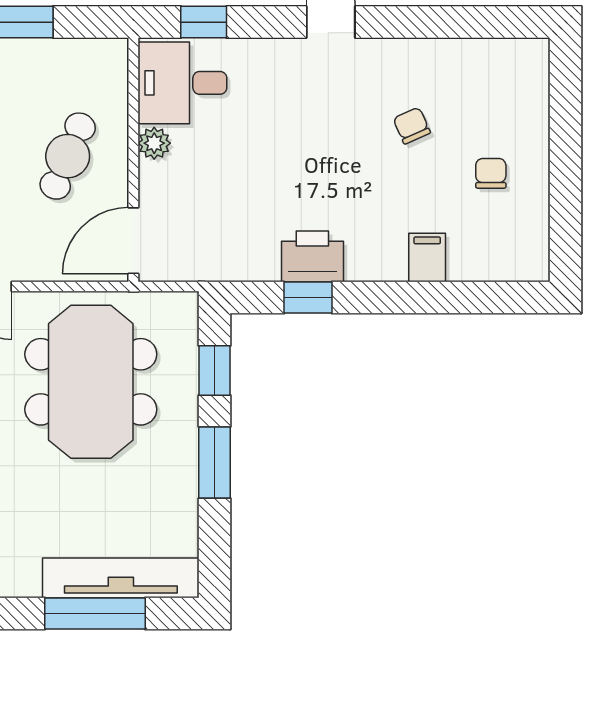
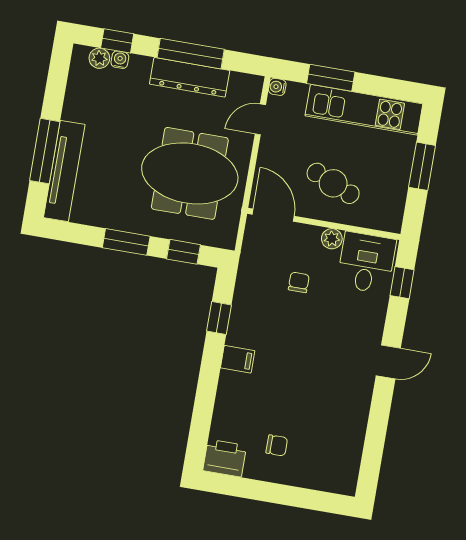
chair: (412, 126) -> (299, 282), moved, turned -66
printer: (312, 256) -> (225, 458), moved, turned -90
filing cabinet: (427, 257) -> (238, 359), moved

